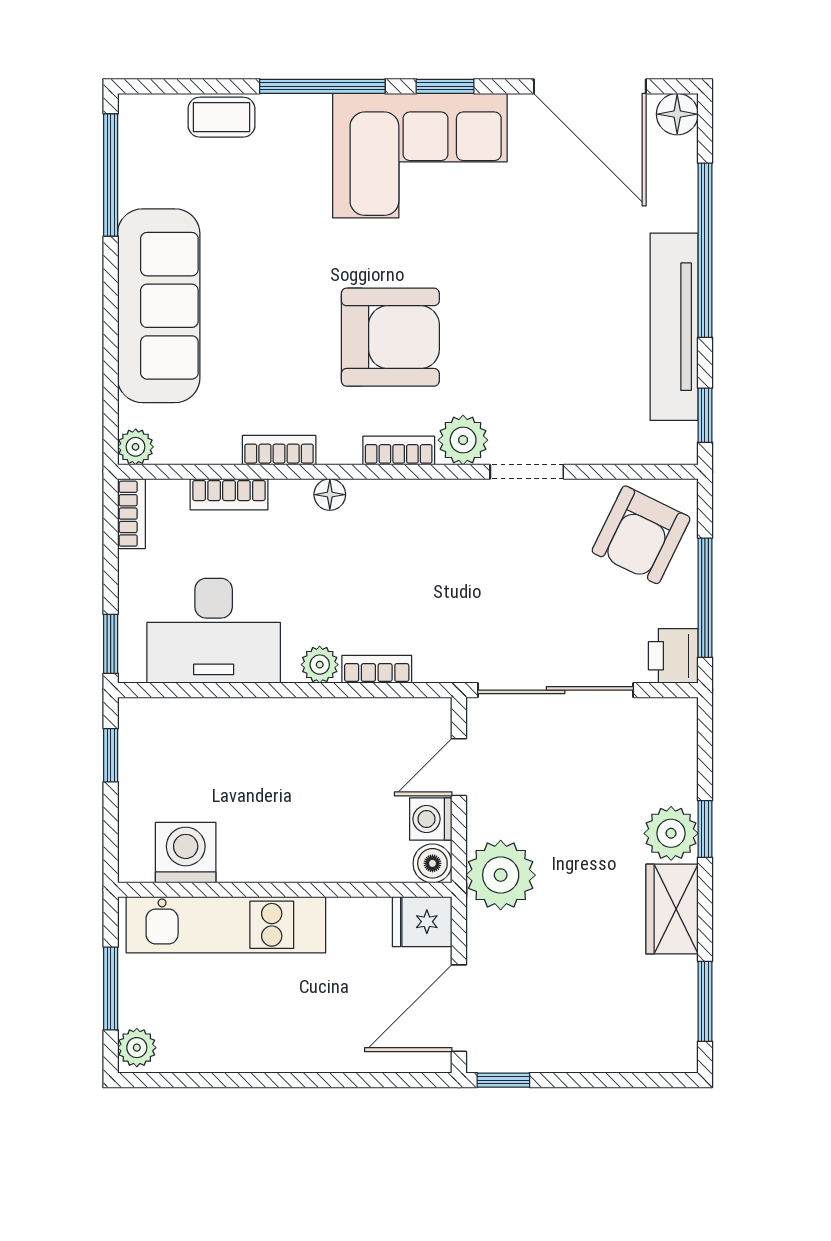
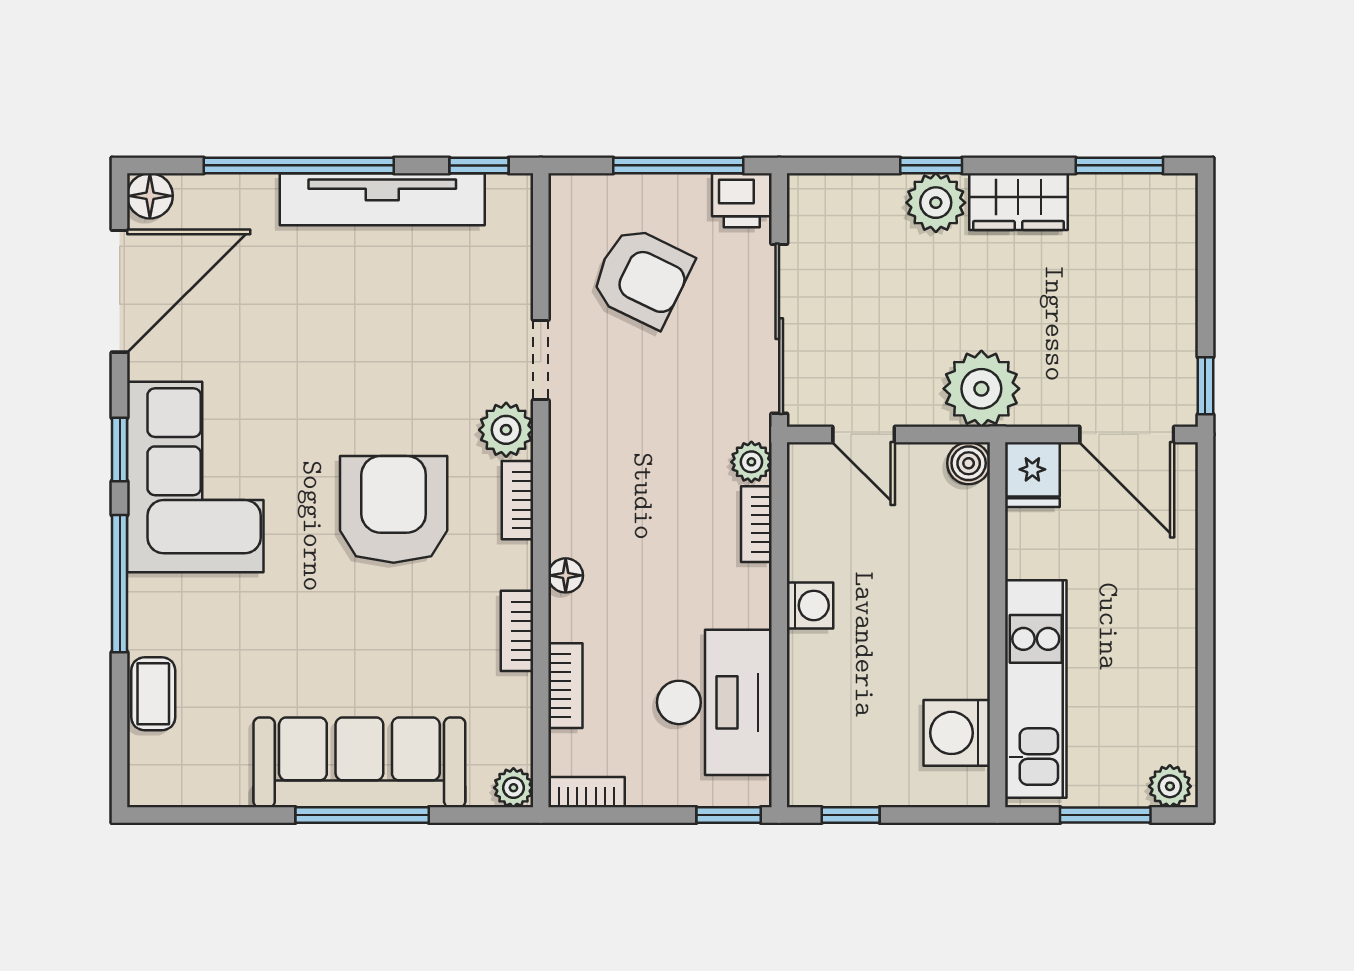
window: (111, 175) -> (362, 815), moved
armchair: (641, 535) -> (642, 277), moved
plant: (320, 665) -> (751, 462), moved
washing machine: (431, 819) -> (810, 605), moved, turned -90

